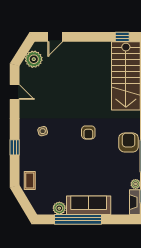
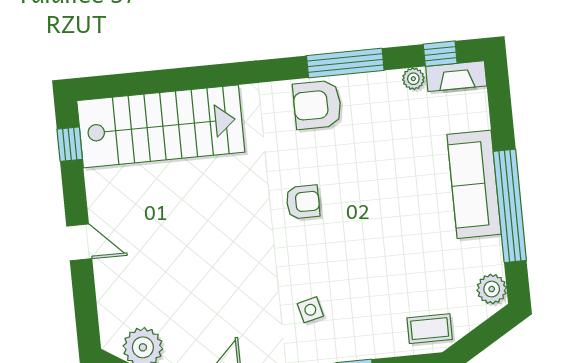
door: (55, 37) -> (79, 242), moved
plant: (59, 208) -> (492, 289), moved

